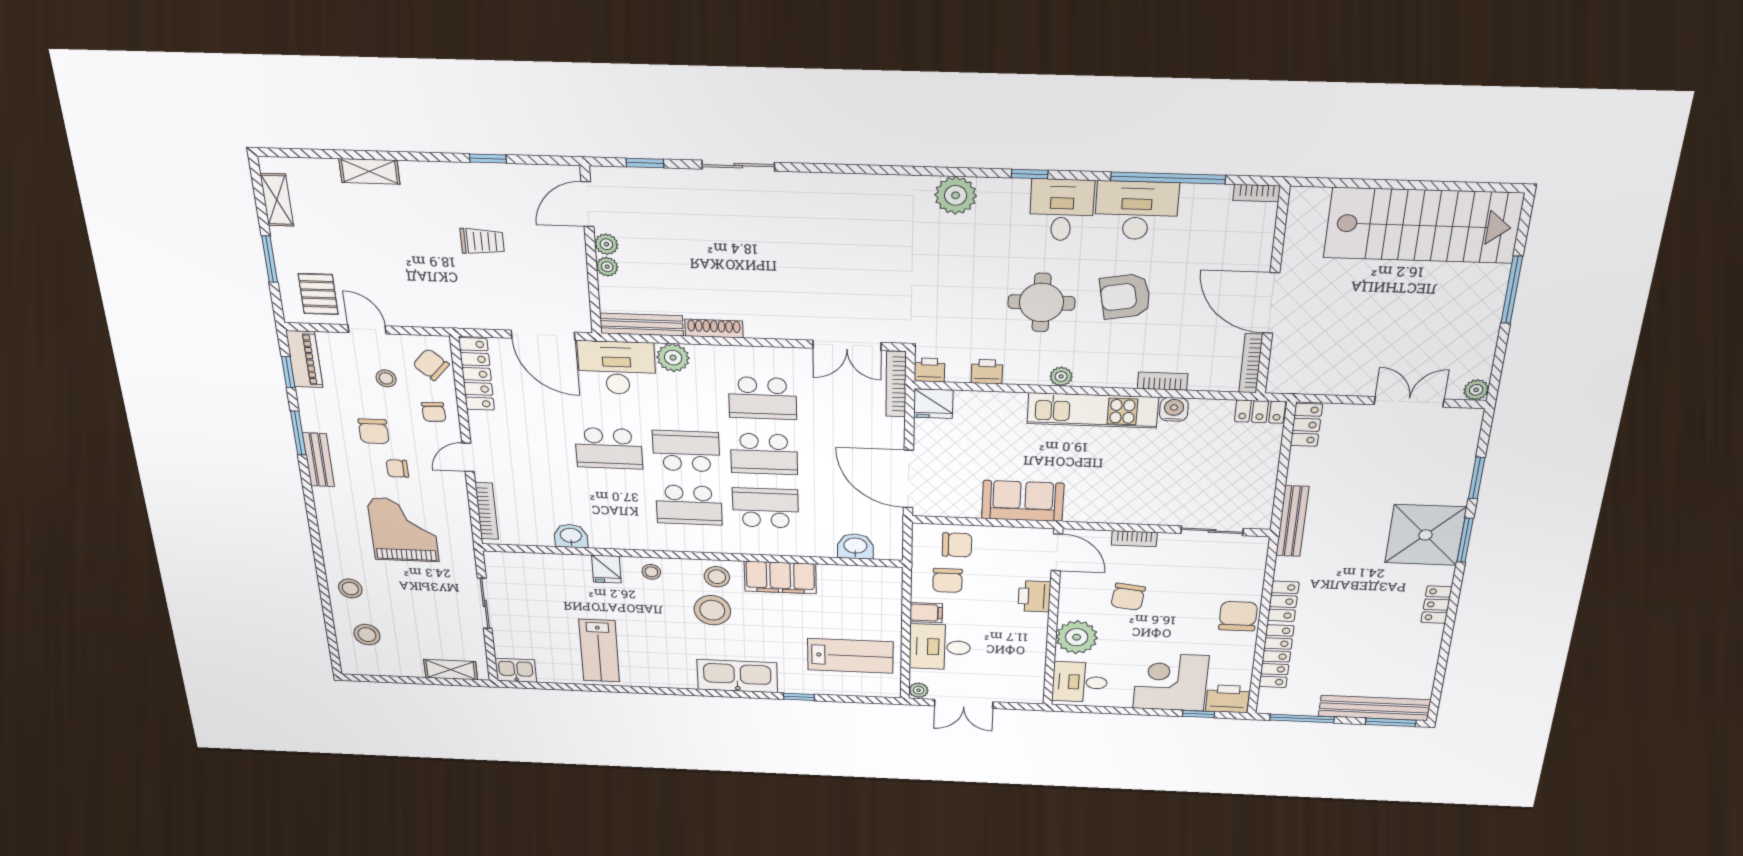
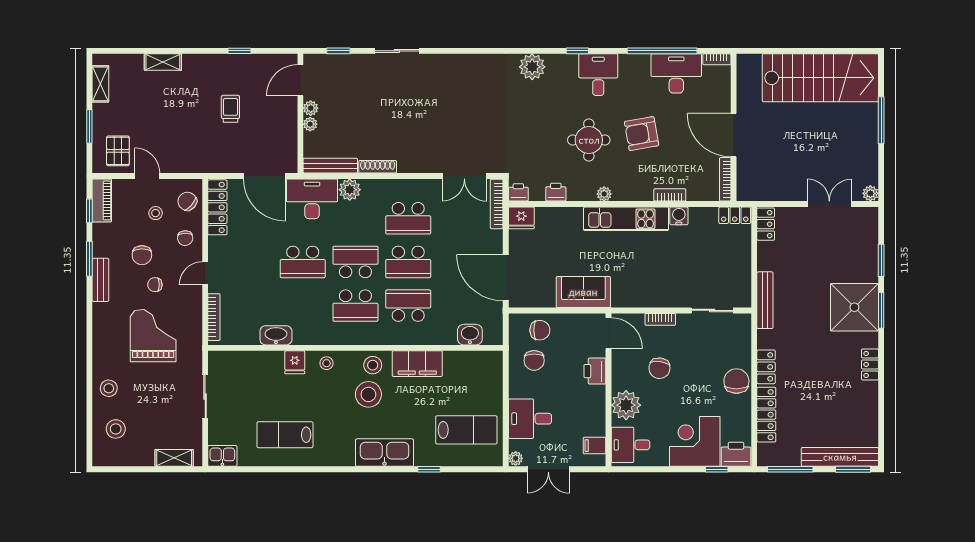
desk: (1136, 210) -> (676, 73), moved
trolley: (482, 241) -> (230, 109), turned -90
washbasin: (571, 536) -> (276, 335), width x1.38
filing cabinet: (926, 613) -> (594, 446), moved, turned 180
lab bench: (599, 651) -> (285, 435), turned 90

